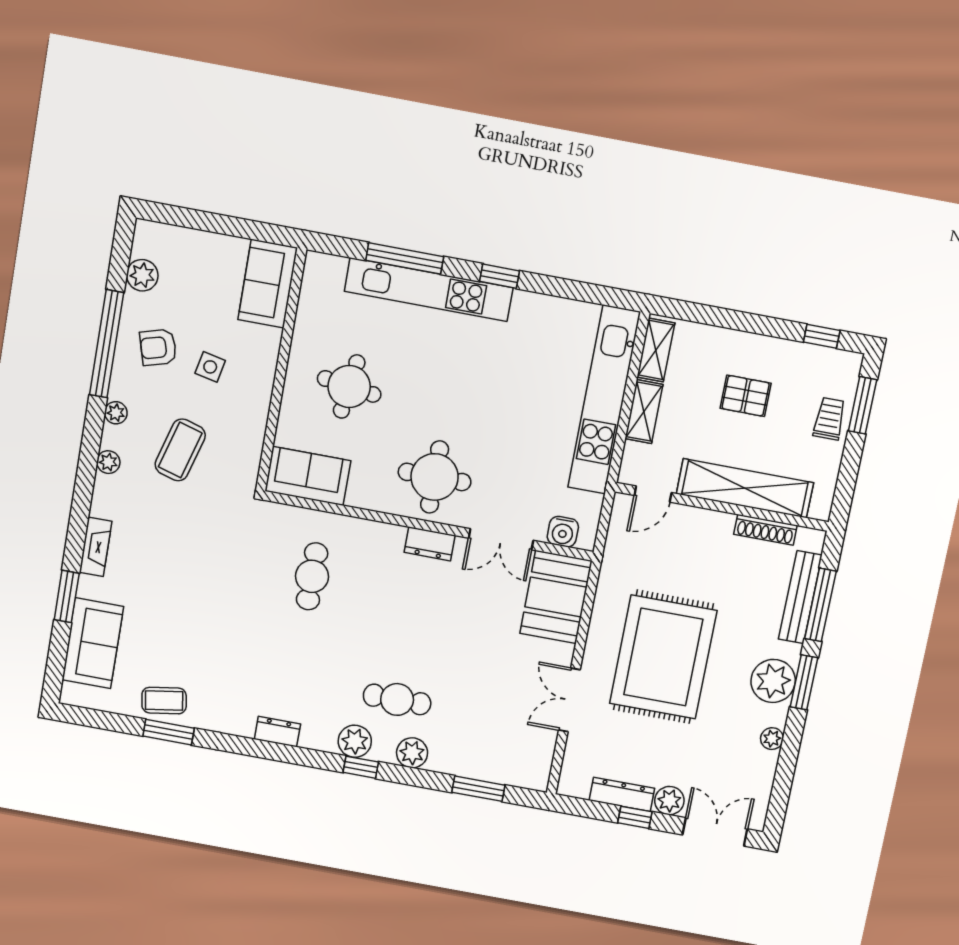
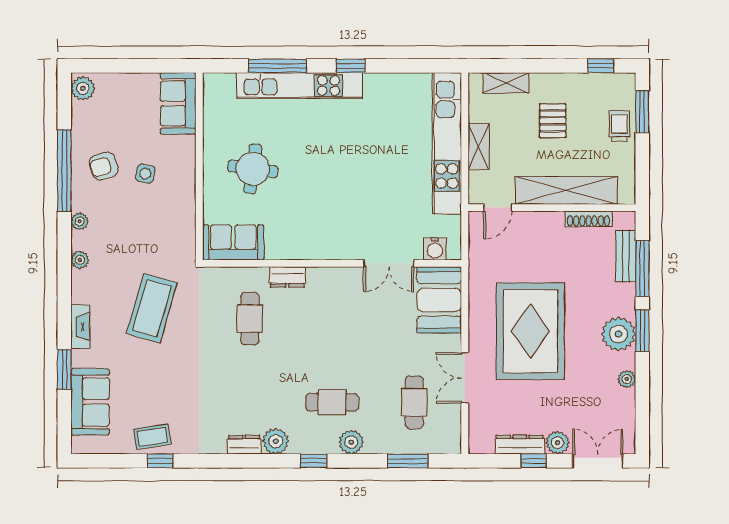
plant: (142, 275) -> (83, 88), moved
shelving: (656, 350) -> (506, 83), moved, turned 90
pallet: (746, 396) -> (553, 121), turned 90
coffee table: (180, 450) -> (152, 308), moved, width x1.36, depth x1.32
round table: (435, 477) -> (330, 225), removed
dresser: (430, 544) -> (287, 277), moved
bench: (800, 597) -> (626, 256), width x0.73
cafe table: (500, 718) -> (414, 402), added
window: (169, 732) -> (160, 461), width x0.67
plant: (355, 741) -> (276, 441), moved

